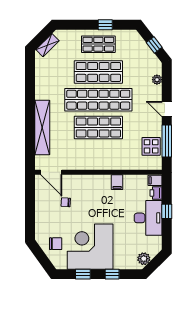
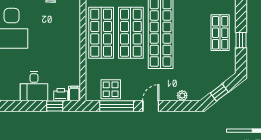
shop shelf: (98, 72) -> (101, 33), moved
filing cabinet: (117, 182) -> (72, 53), removed
window: (167, 211) -> (55, 106), moved
desk: (148, 218) -> (34, 86), width x0.73

